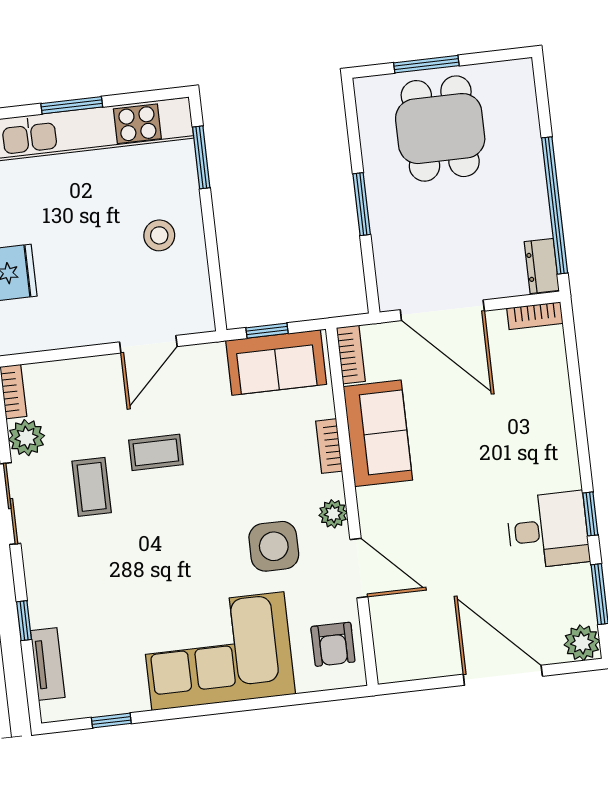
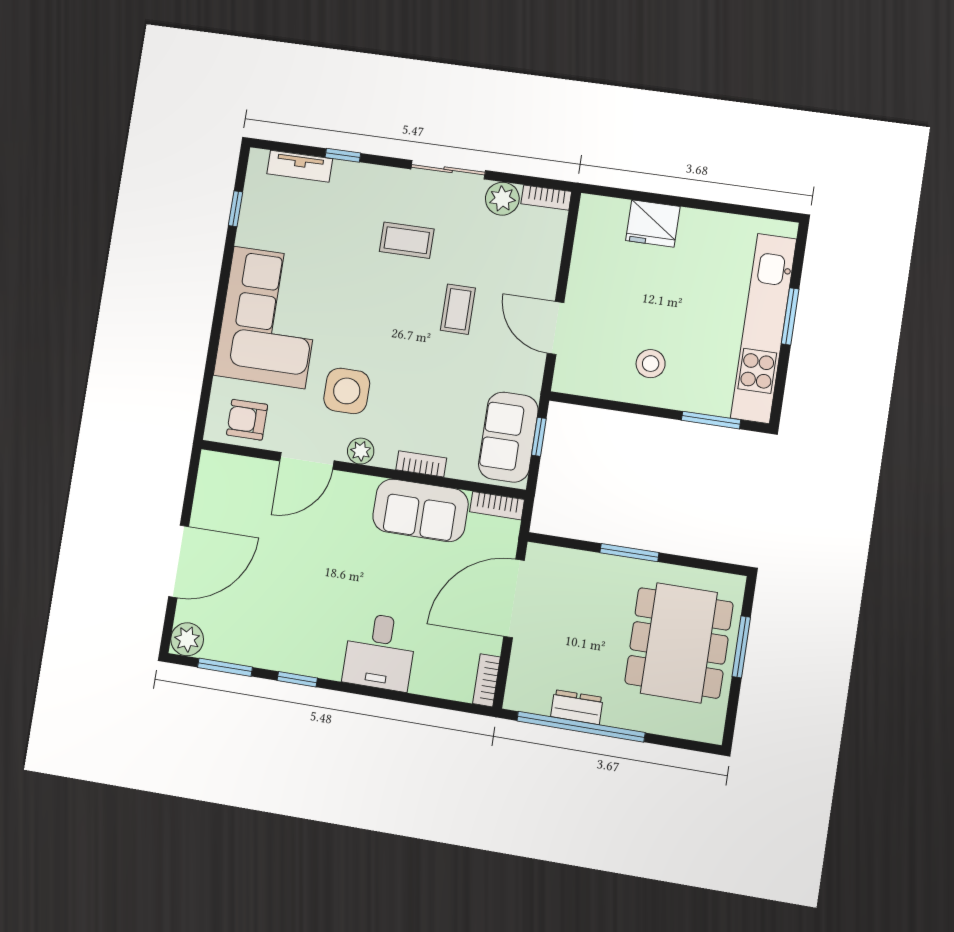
dining table: (440, 129) -> (679, 643), width x1.38
dresser: (542, 266) -> (577, 707), moved
coffee table: (92, 487) -> (407, 240), moved
desk: (548, 530) -> (380, 652), moved

